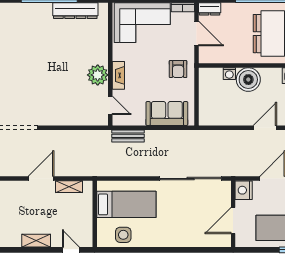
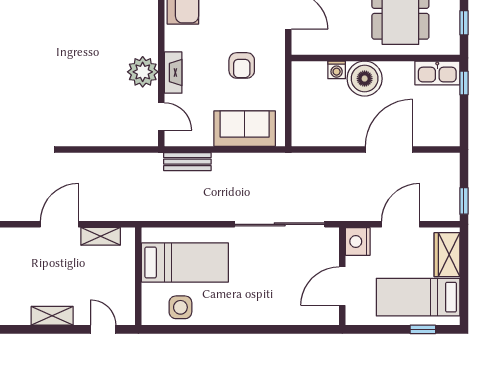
armchair: (178, 69) -> (242, 65), moved
door: (265, 128) -> (389, 149), width x1.36

